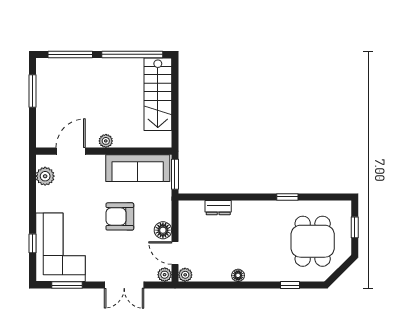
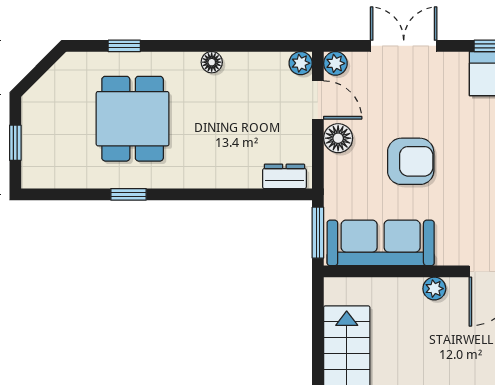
dresser: (218, 208) -> (284, 176), moved
dining table: (313, 241) -> (133, 119), moved

